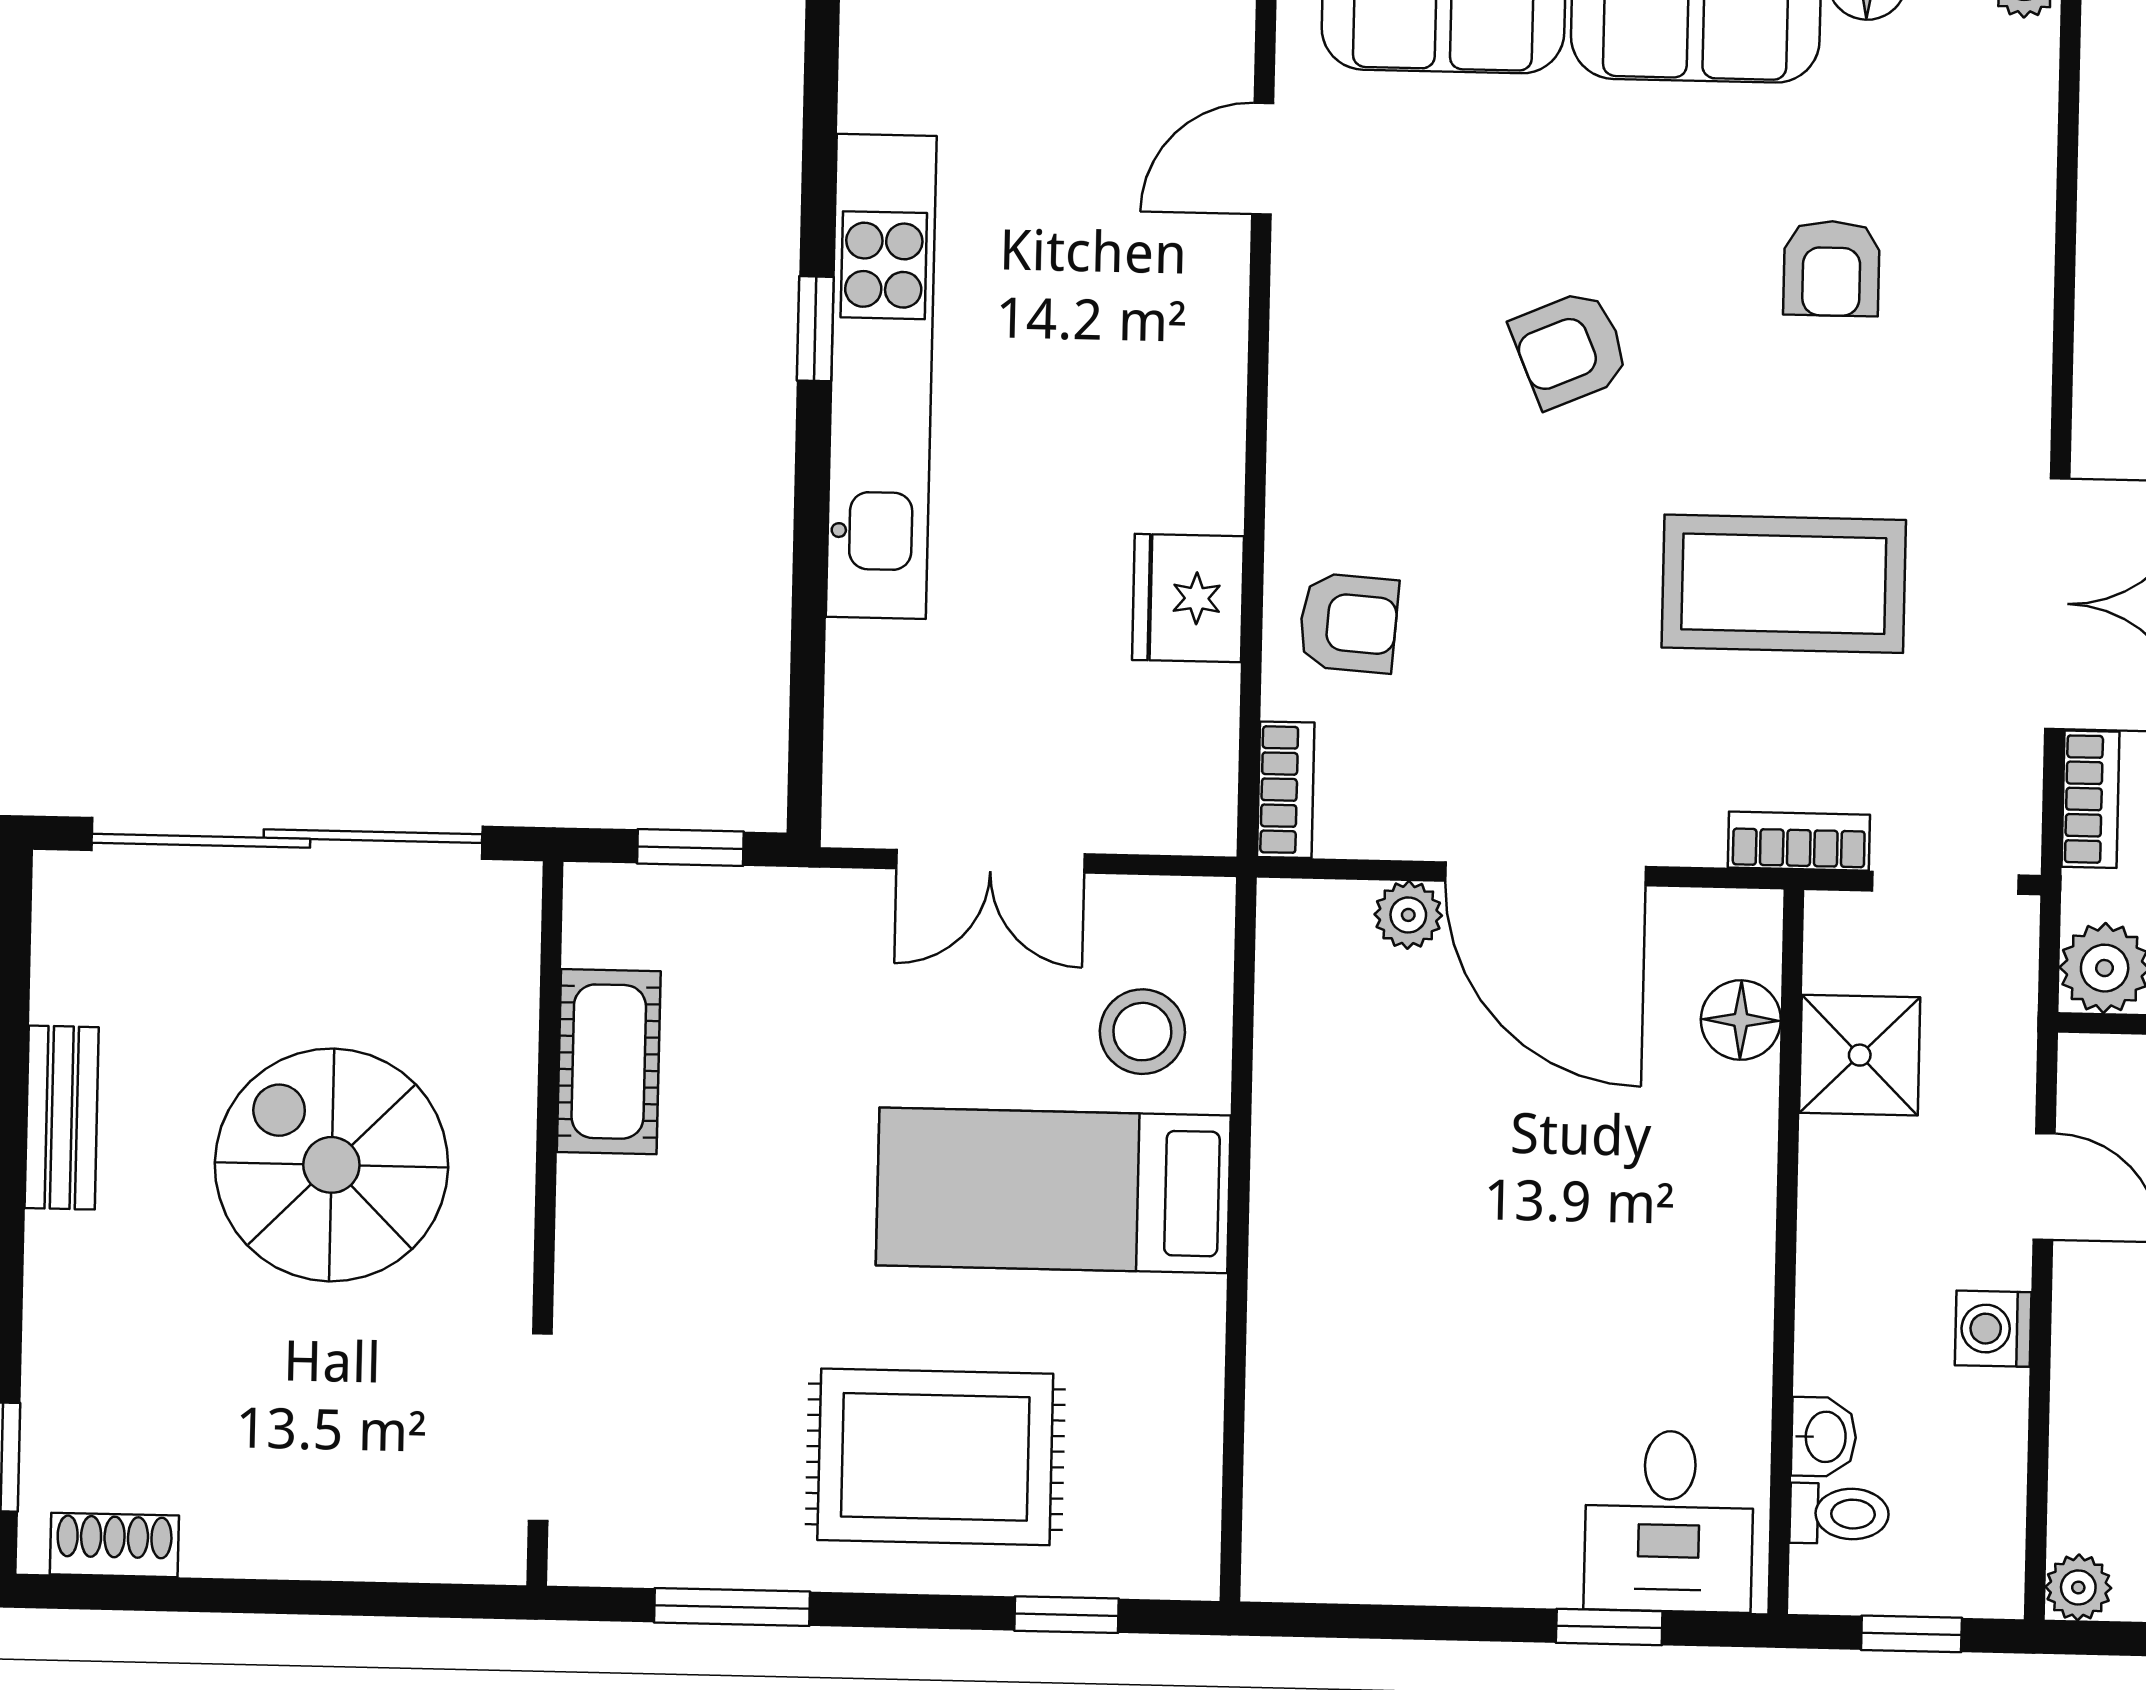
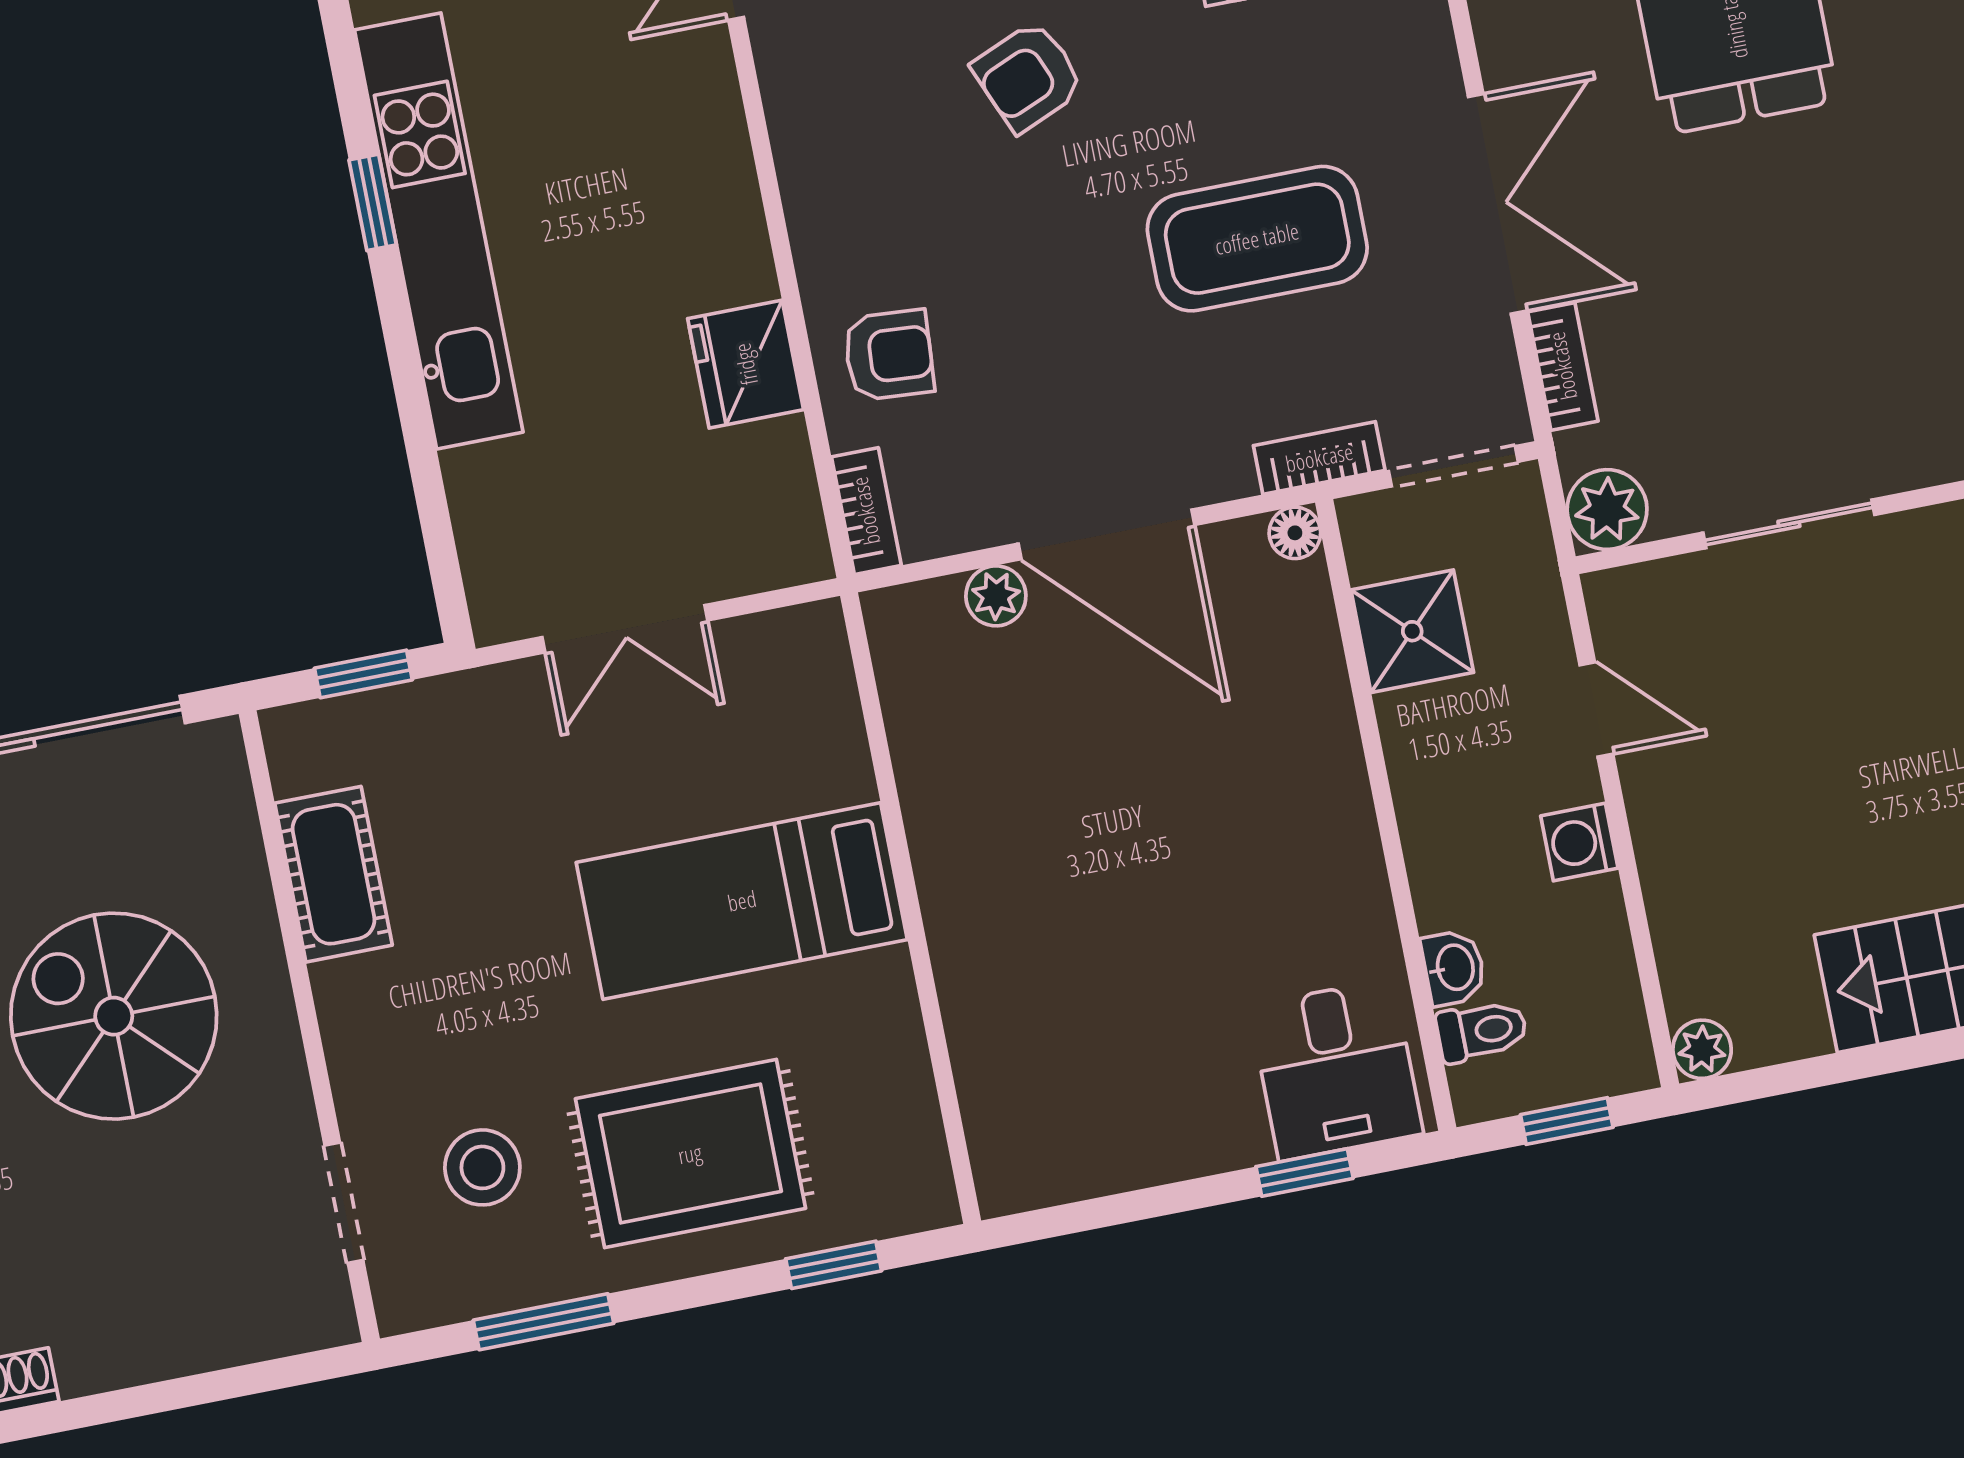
floor lamp: (1741, 1020) -> (1295, 533), moved, width x0.73, depth x0.73
stool: (1142, 1032) -> (482, 1167), moved
doorway: (540, 1427) -> (344, 1203), width x0.73

